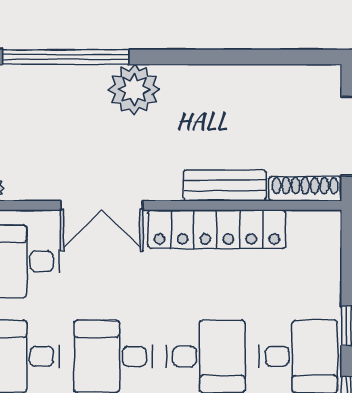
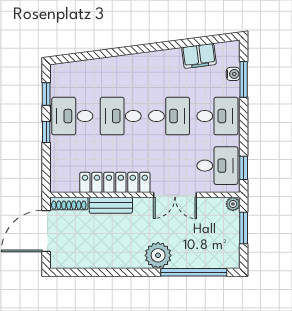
double door: (102, 205) -> (175, 195), swing flipped

